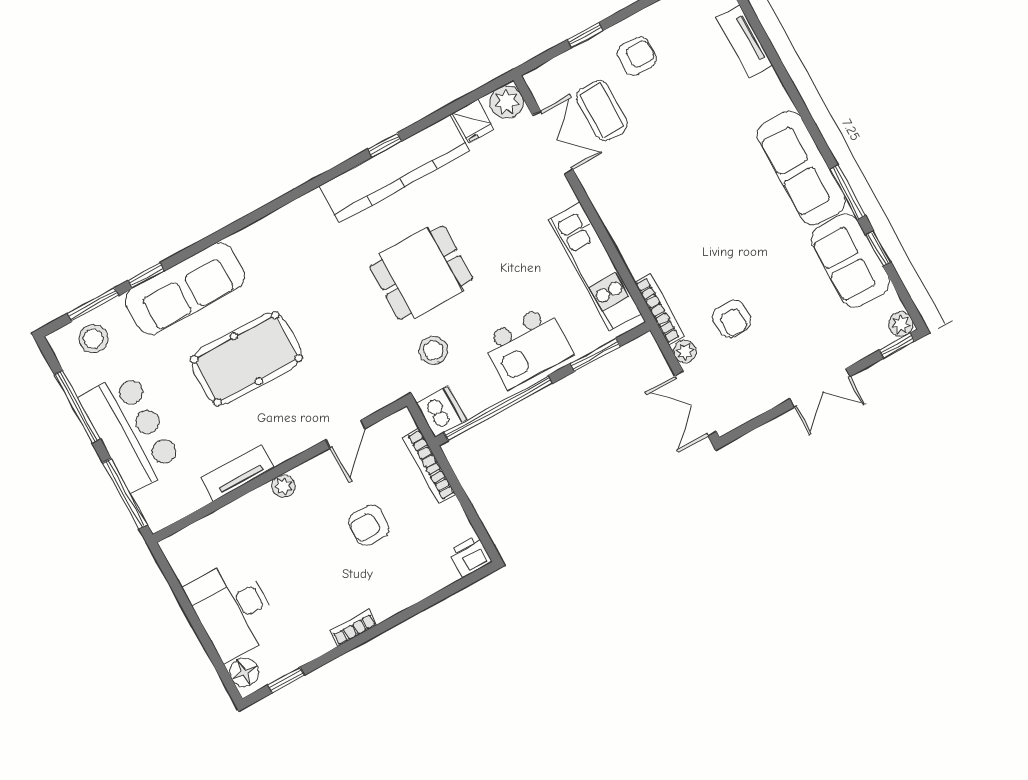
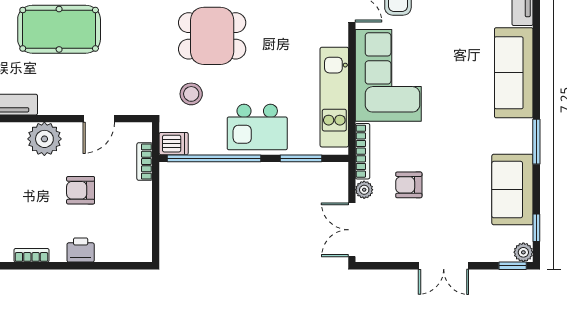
sofa: (801, 168) -> (514, 73), moved
corner sofa: (642, 209) -> (388, 75), added
window: (878, 249) -> (536, 228), moved
armchair: (732, 319) -> (409, 185), turned 90
dishwasher: (441, 412) -> (174, 144), width x0.73
bookcase: (429, 466) -> (145, 162), width x0.64
plant: (284, 486) -> (44, 139), width x1.87, depth x1.87
printer: (470, 556) -> (81, 250), moved

